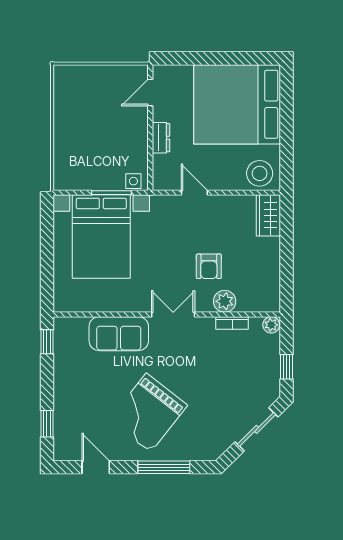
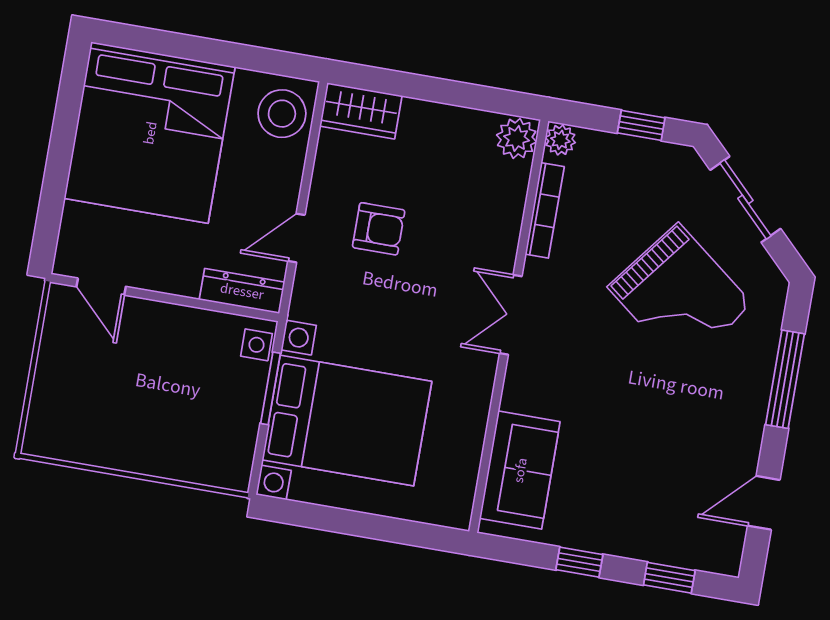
dresser: (161, 138) -> (242, 291), moved, width x1.44
armchair: (209, 266) -> (379, 229), moved
plant: (225, 301) -> (517, 138), moved
bookcase: (232, 323) -> (545, 210), width x1.56
sofa: (119, 334) -> (520, 470), moved
window: (47, 342) -> (579, 562), moved
grand piano: (148, 413) -> (680, 296), moved

